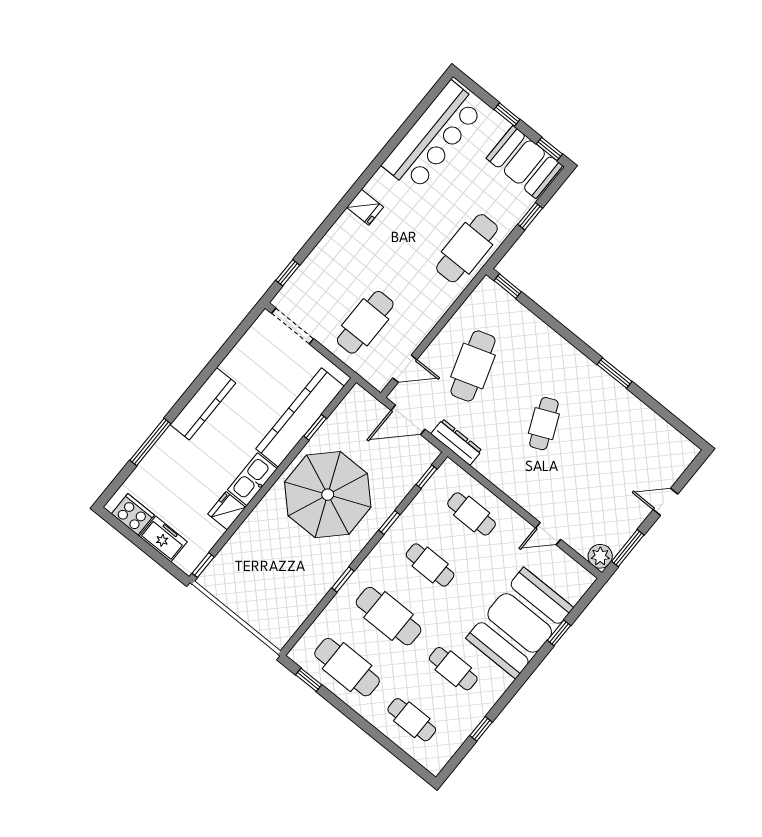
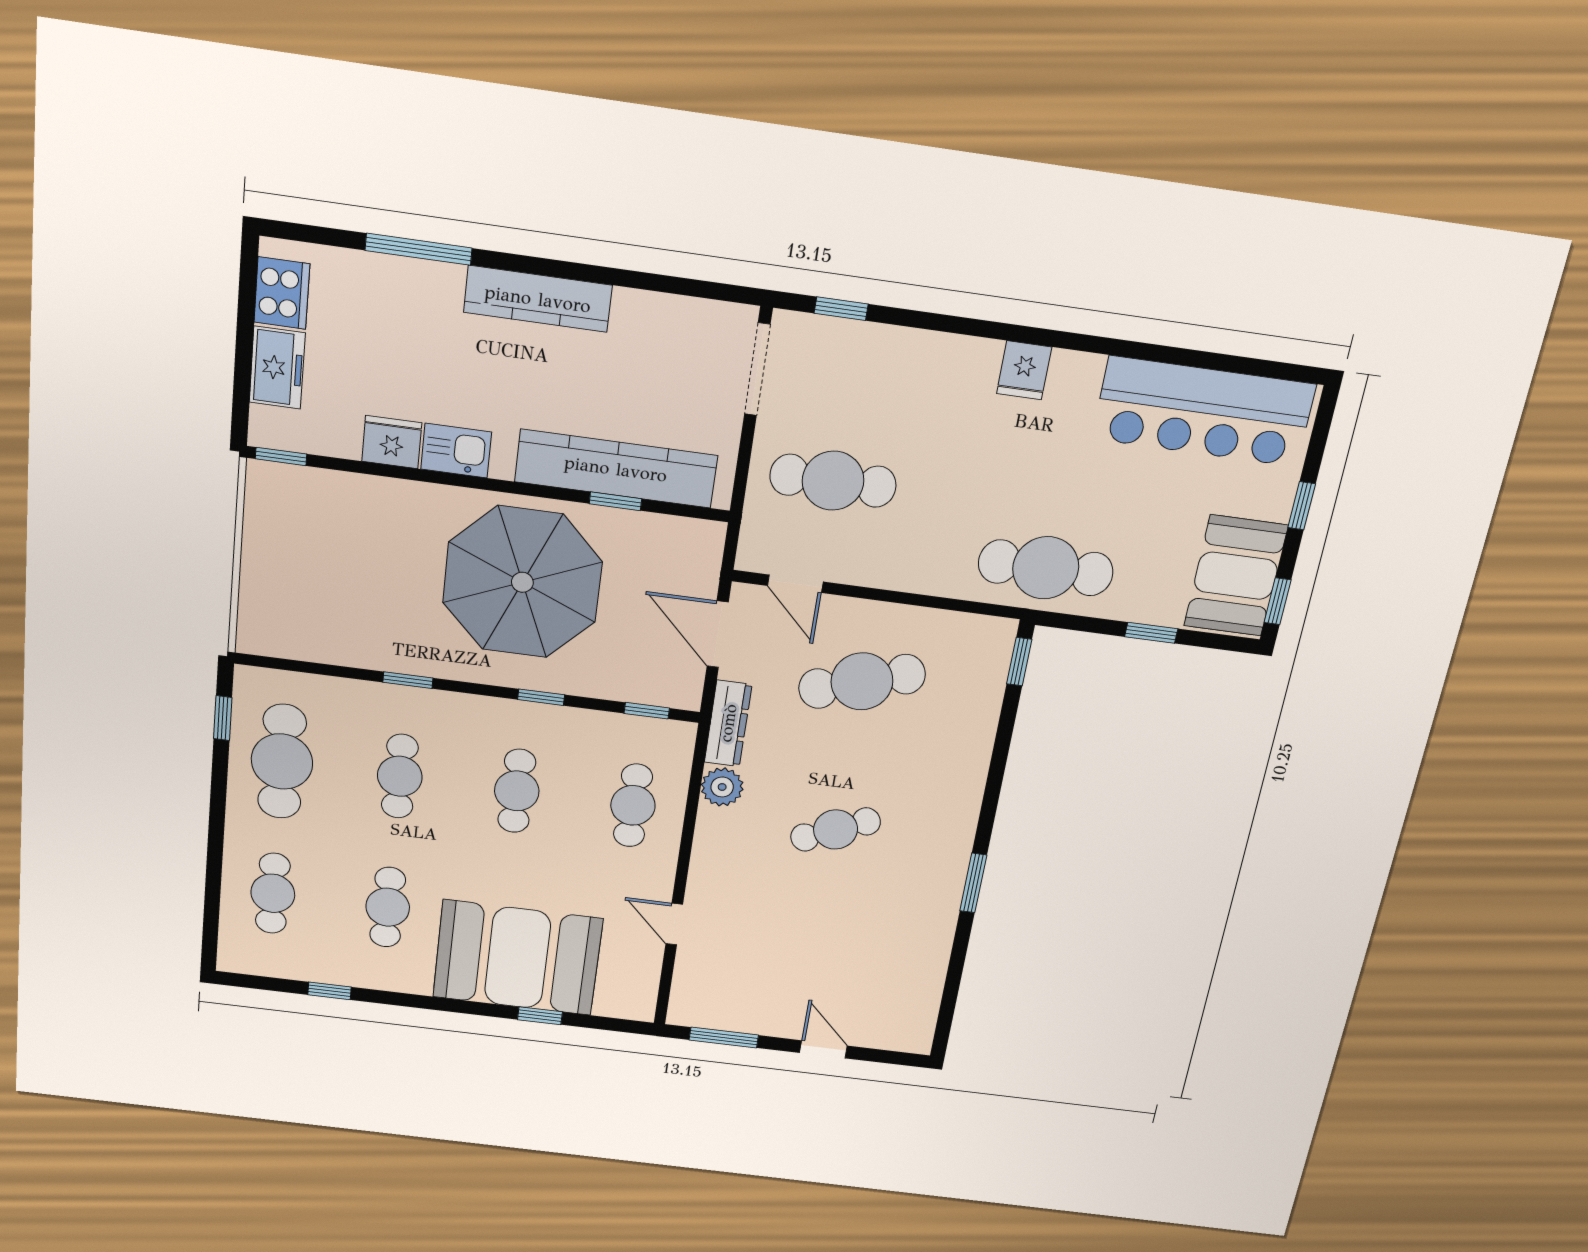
kitchen sink: (252, 479) -> (456, 451), width x0.73
plant: (600, 556) -> (722, 787), moved
cafe table: (389, 616) -> (400, 776), width x0.73, depth x0.74

